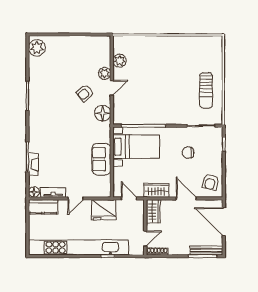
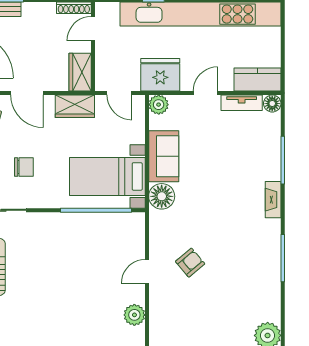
plant: (105, 73) -> (159, 105), moved
floor lamp: (103, 113) -> (162, 196), moved
fireplace: (33, 164) -> (273, 200), moved

